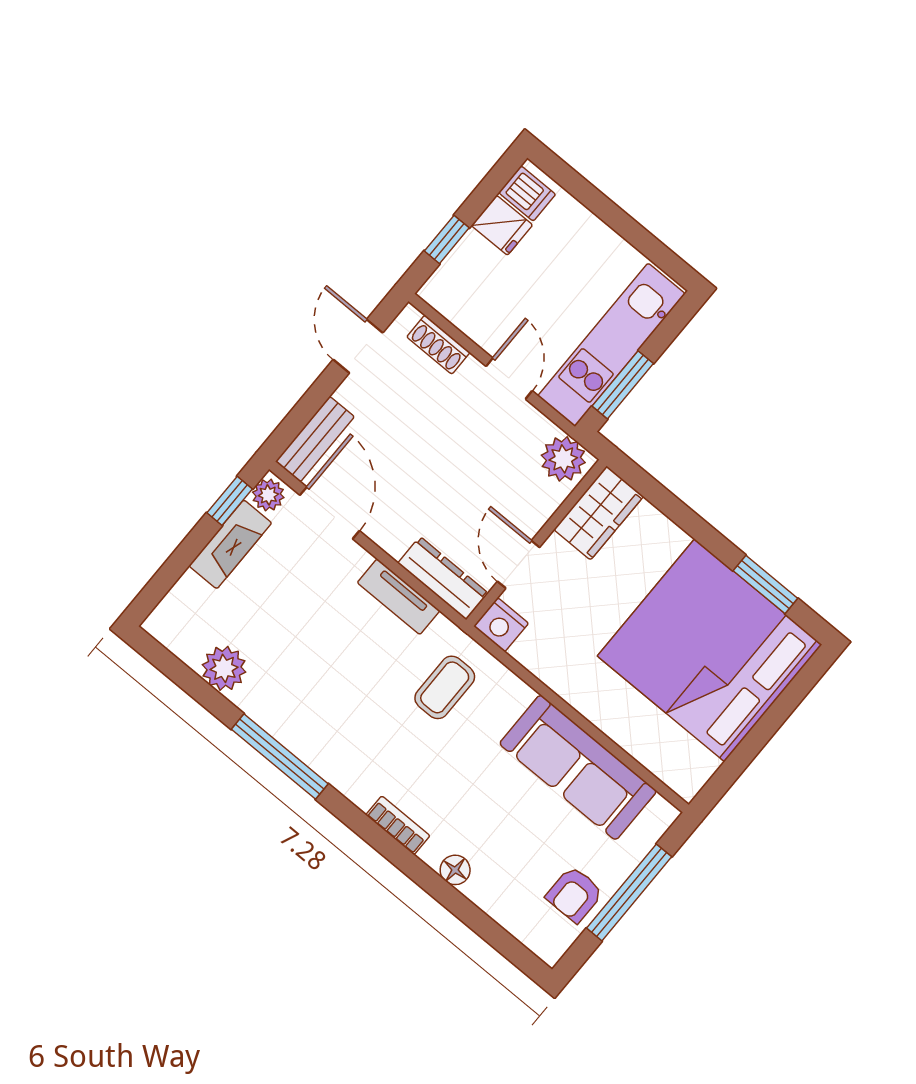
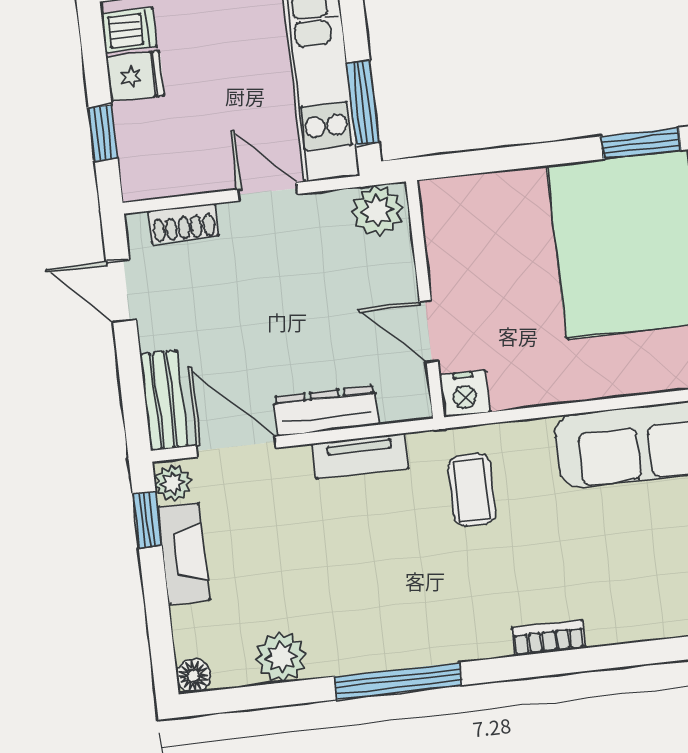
wardrobe: (599, 513) -> (450, 224), removed
dresser: (443, 578) -> (326, 411), moved
floor lamp: (455, 870) -> (193, 676), moved

